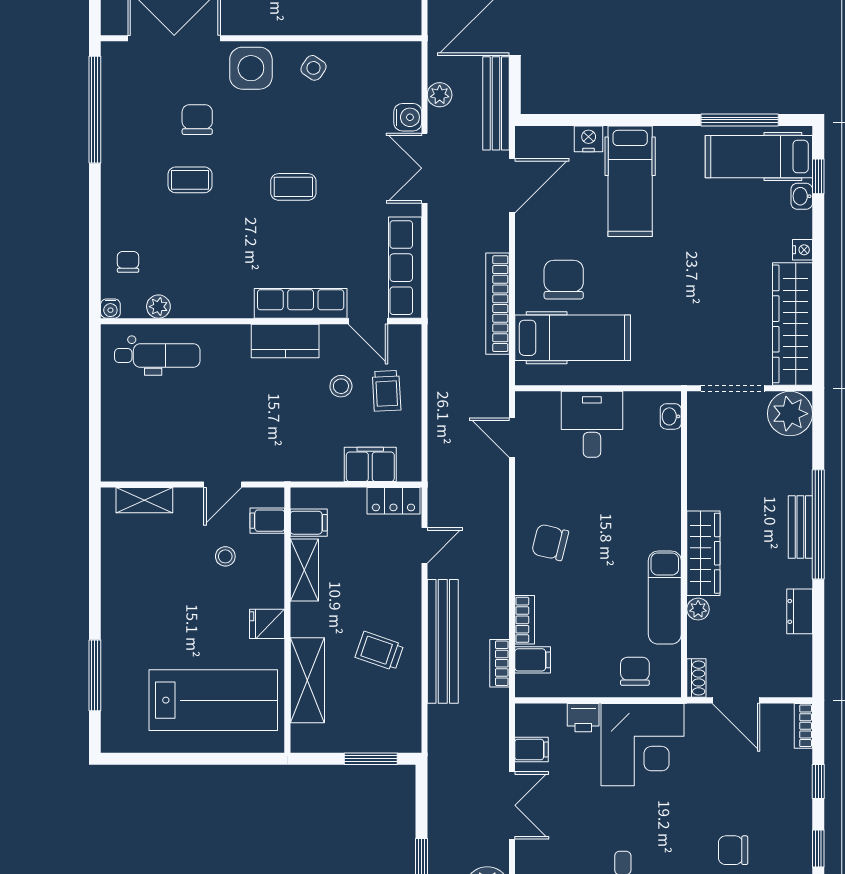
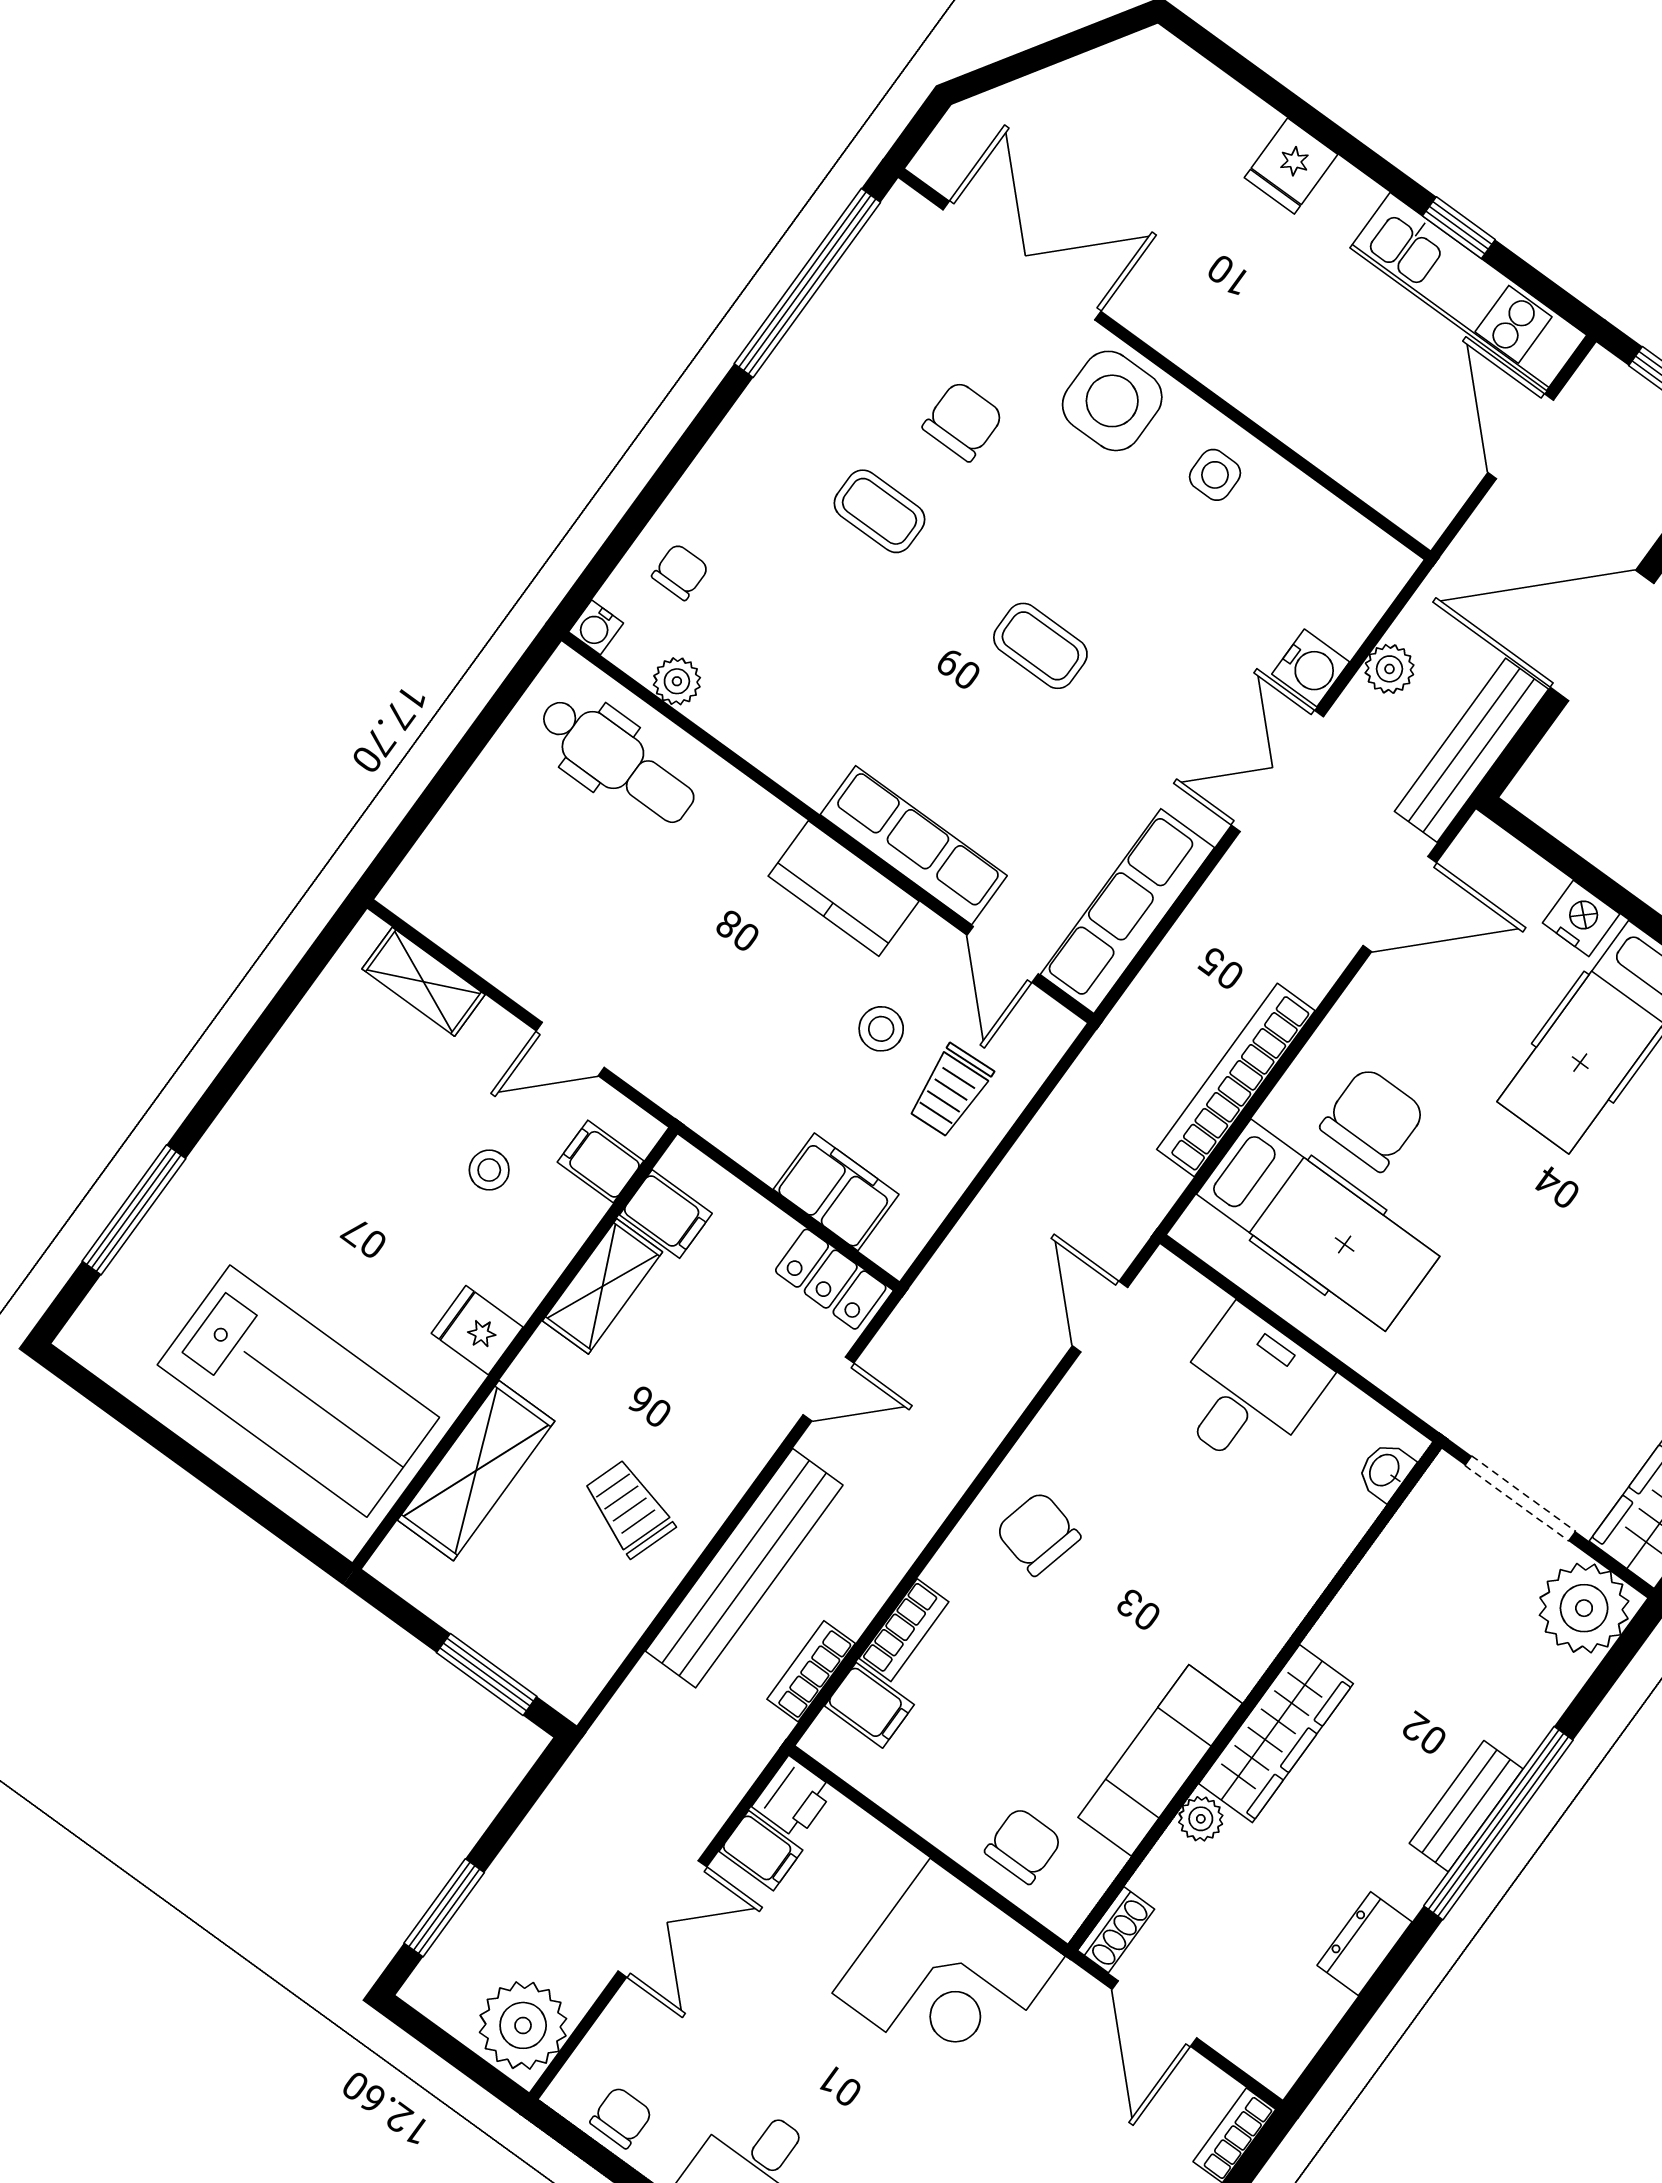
side table: (314, 68) -> (1215, 475), turned -34
printer: (583, 718) -> (793, 1798), moved, turned -90

